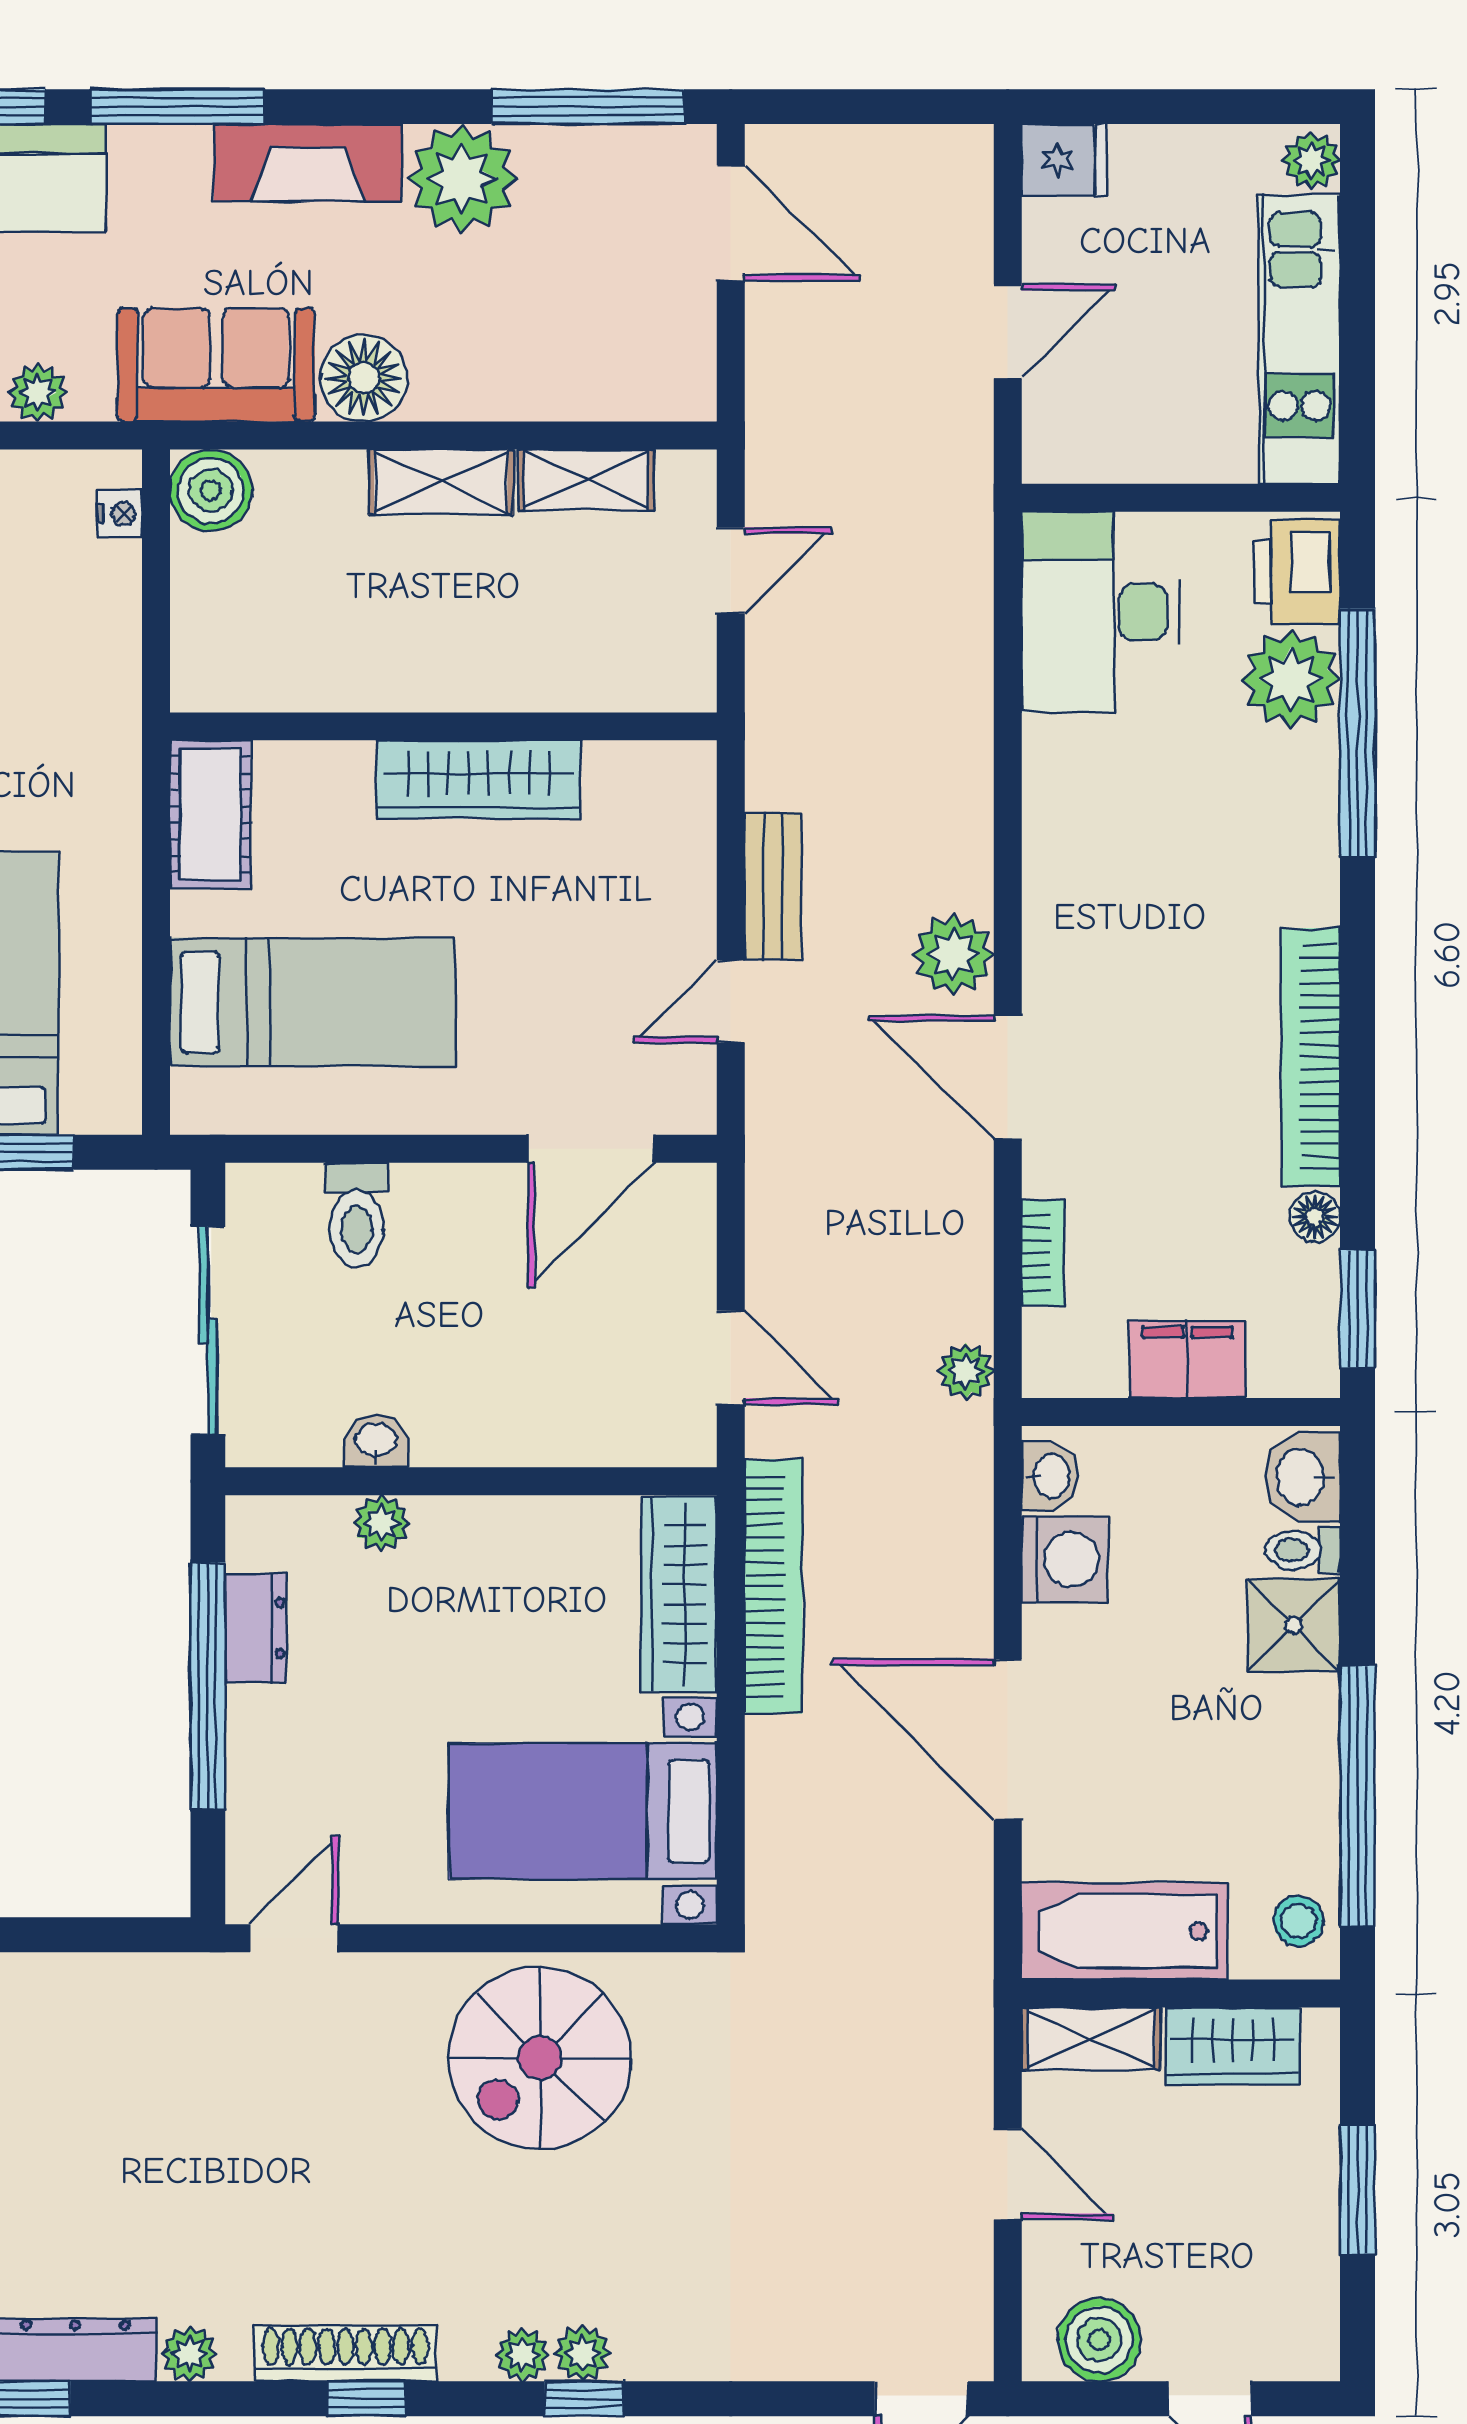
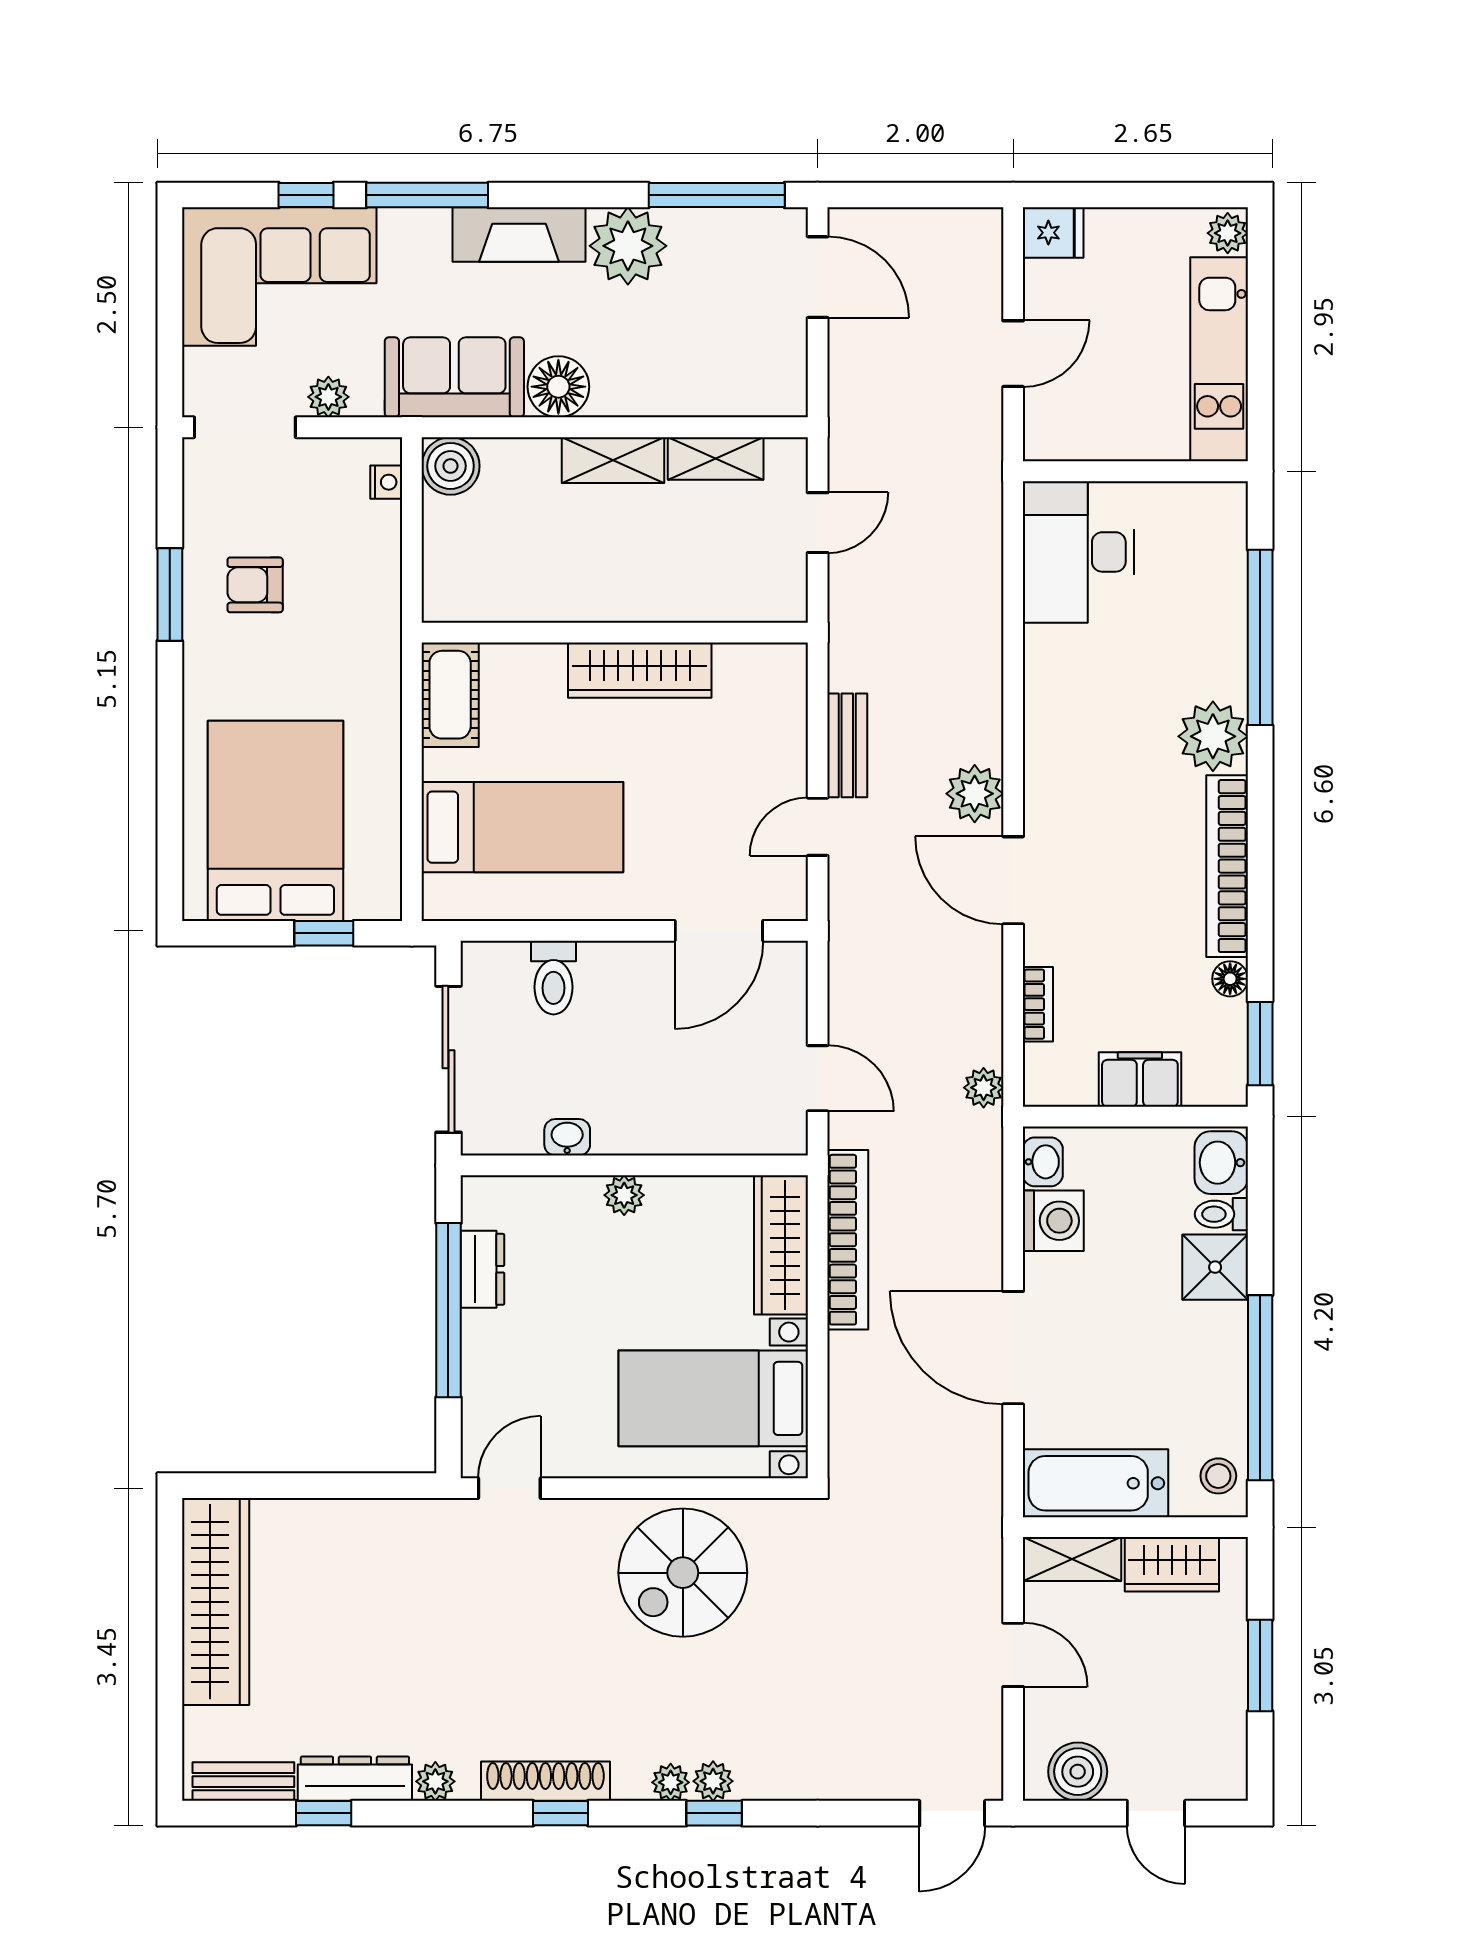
printer: (1297, 572) -> (1217, 524), removed
plant: (1291, 679) -> (1213, 736), moved
plant: (381, 1523) -> (624, 1195), moved

